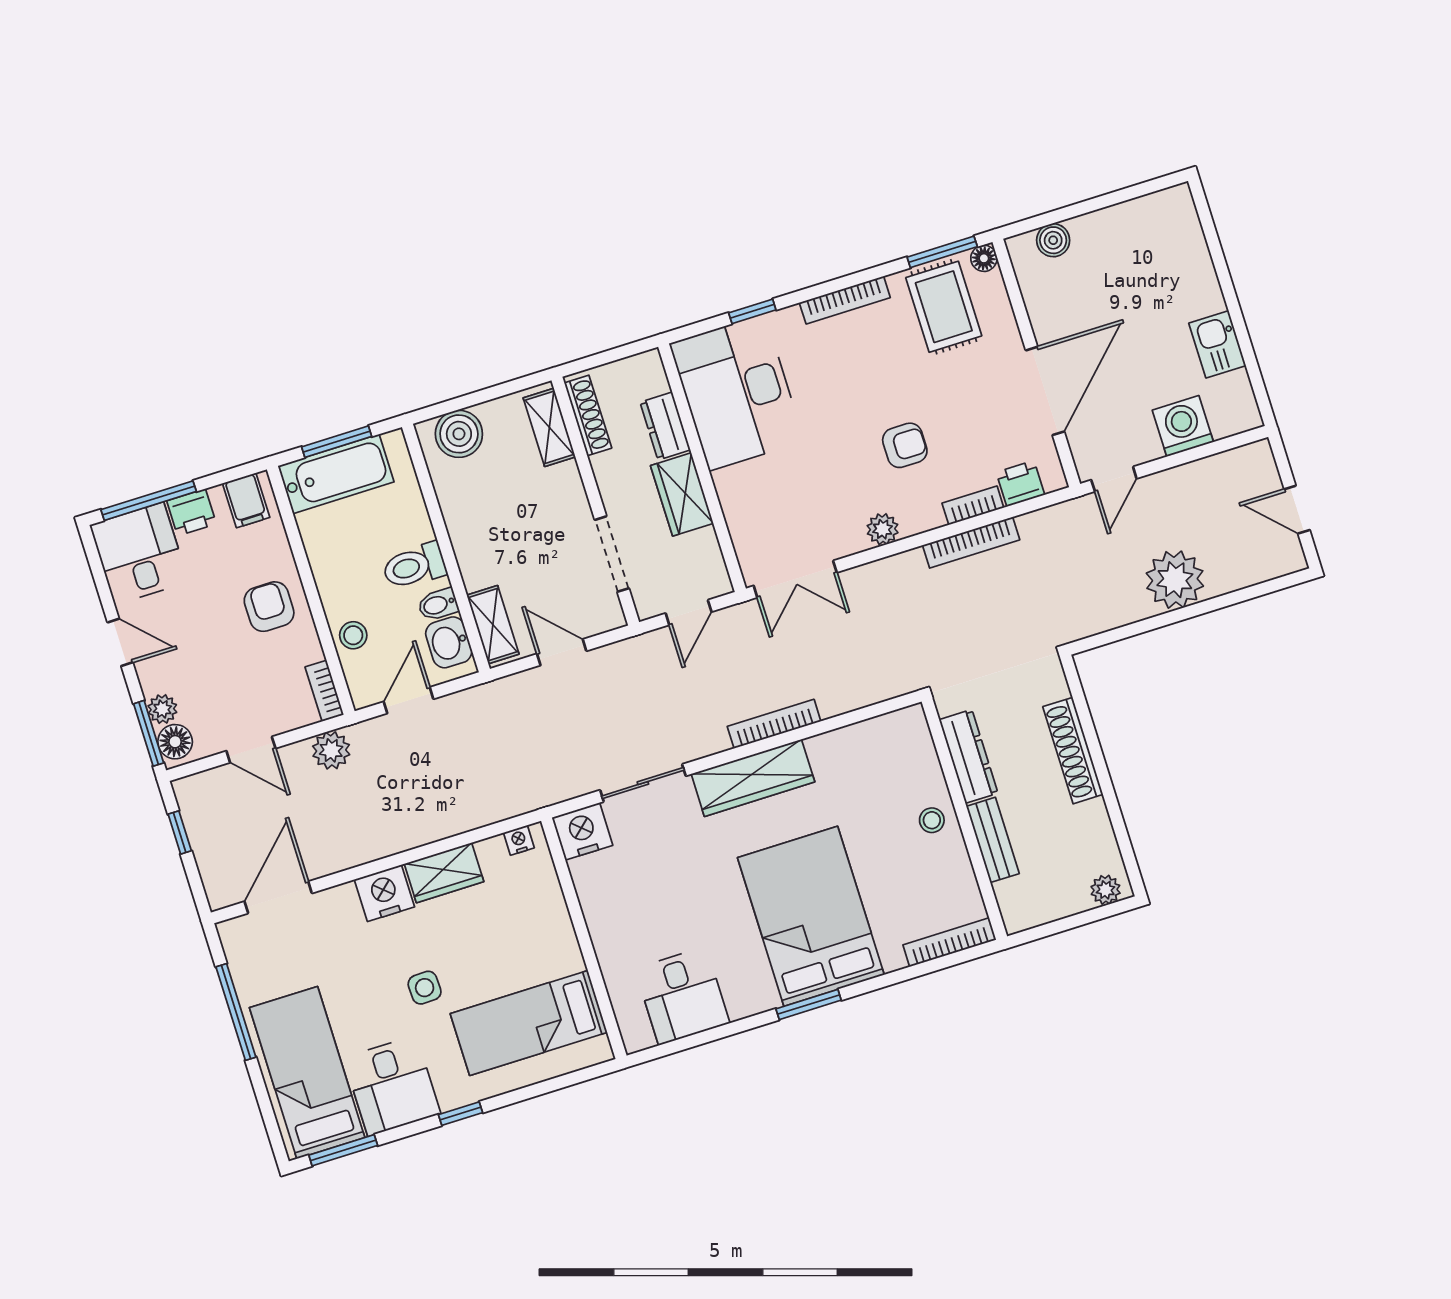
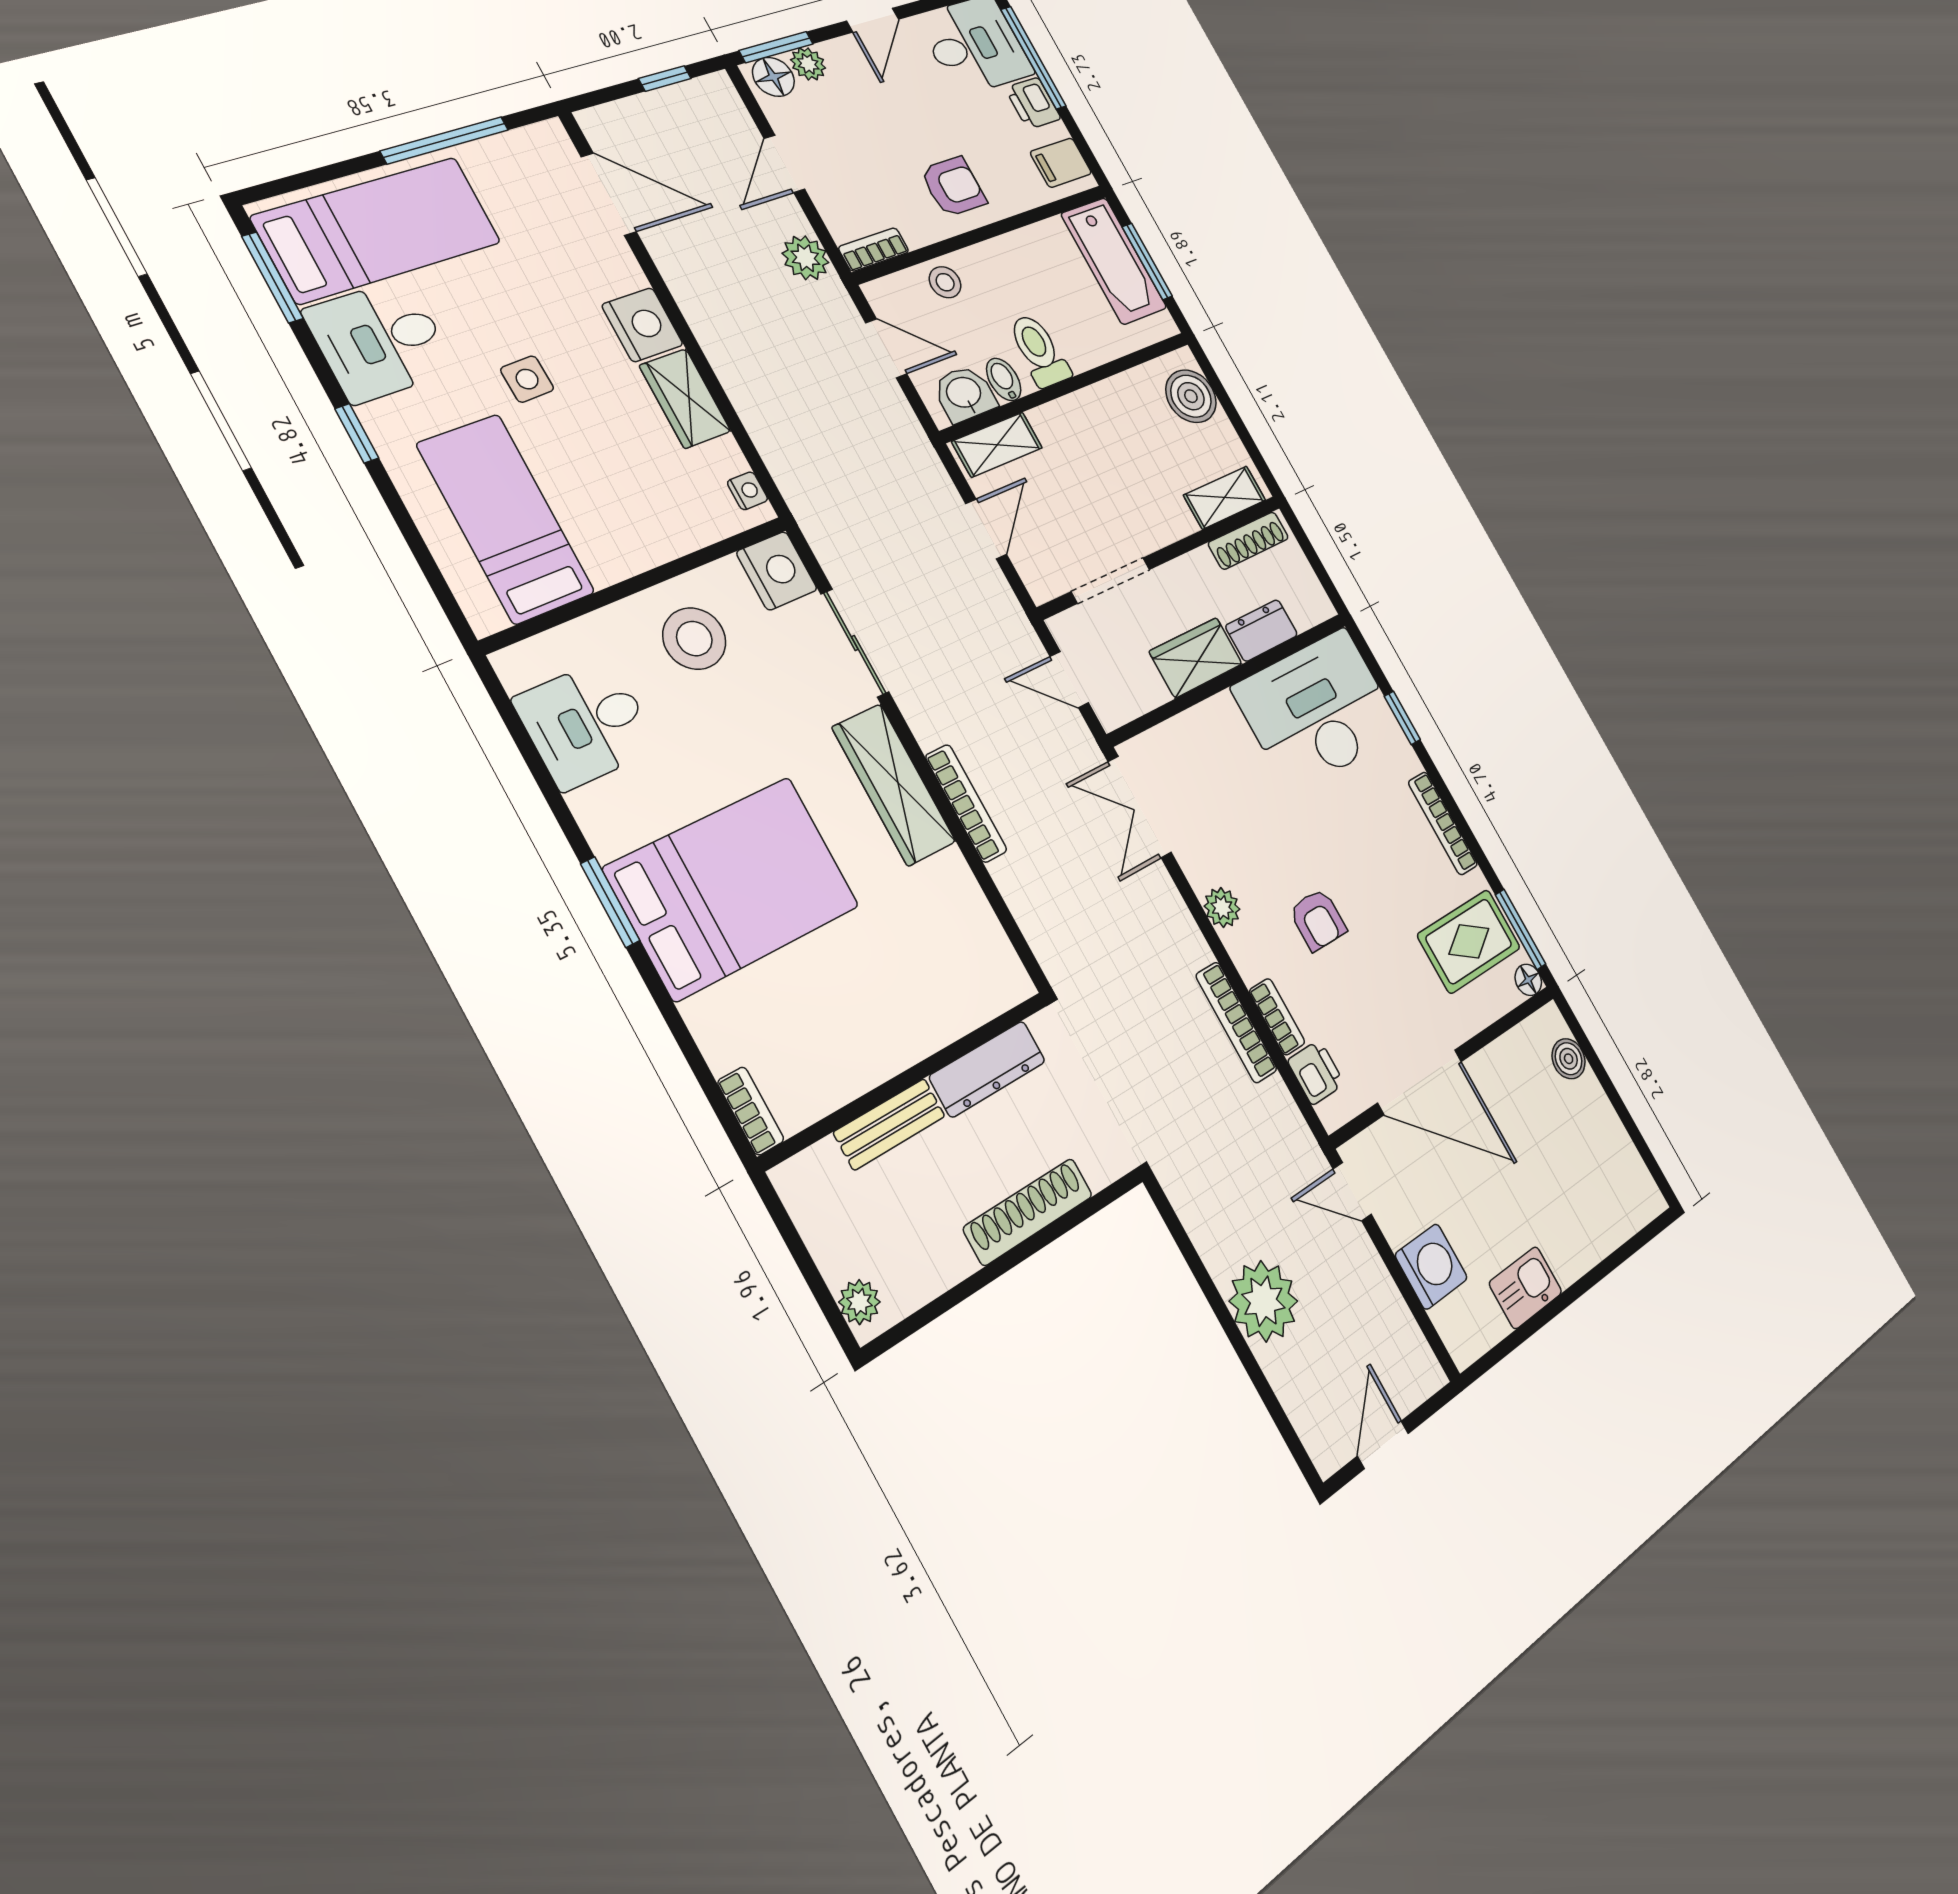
stool: (932, 820) -> (694, 639), moved, width x1.89, depth x1.89
bookcase: (950, 942) -> (751, 1111), width x0.64

